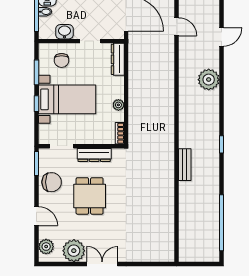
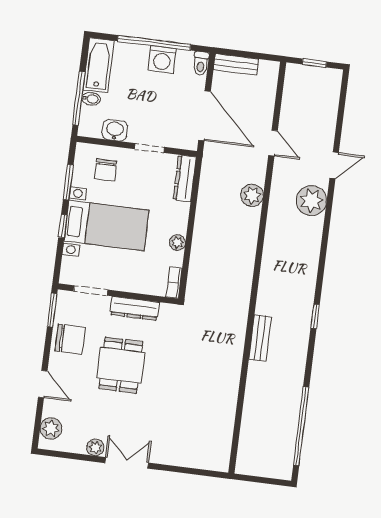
plant: (167, 65) -> (252, 195), added
plant: (209, 80) -> (311, 201), moved
plant: (74, 251) -> (95, 447), width x0.53, depth x0.53

